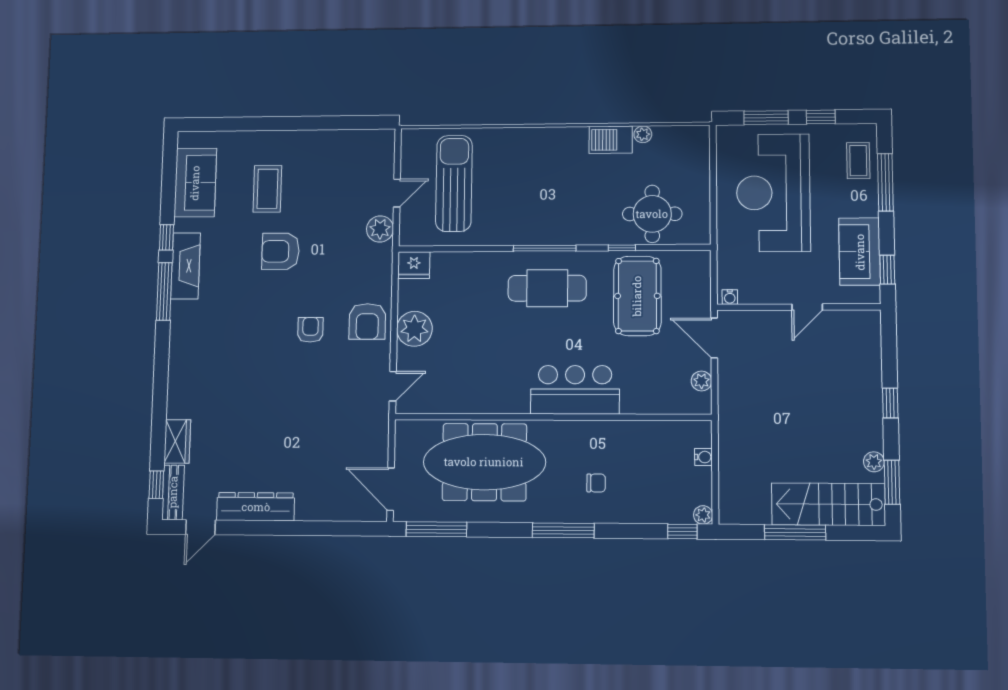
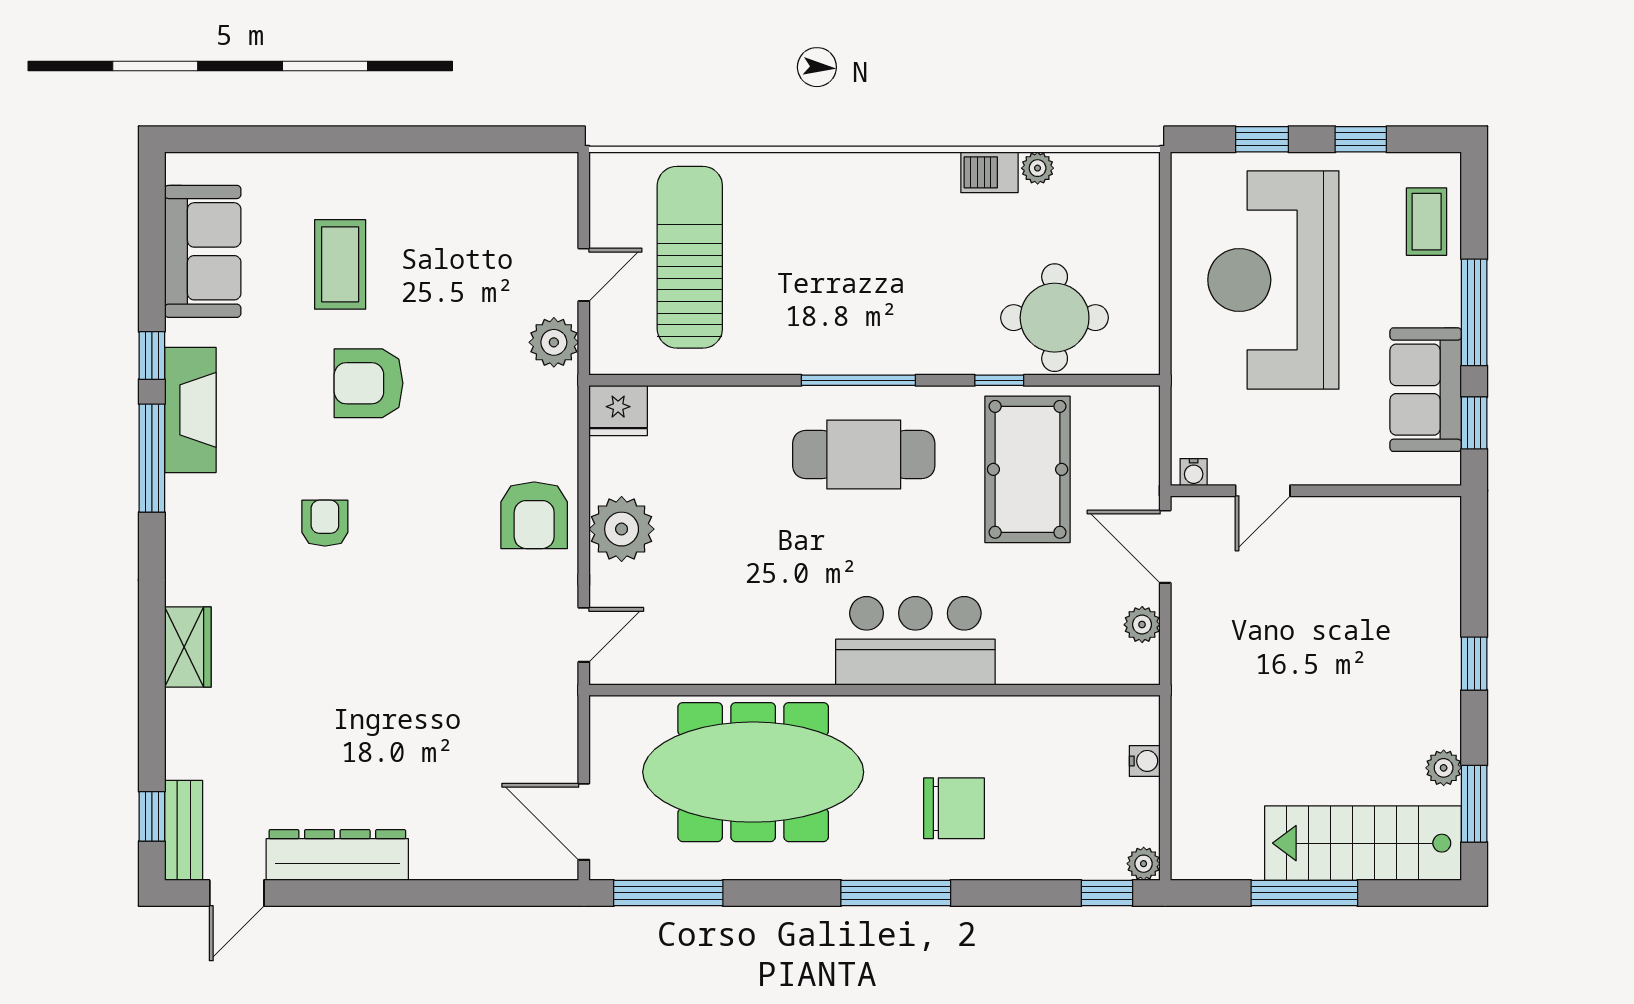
window: (766, 118) -> (1262, 139), width x0.67
barbecue: (611, 140) -> (989, 172), width x0.73, depth x0.79
window: (885, 182) -> (1474, 312), moved
door: (807, 307) -> (1263, 491), moved
armchair: (310, 330) -> (325, 523), moved
wardrobe: (177, 441) -> (188, 647), moved
chair: (596, 483) -> (954, 808), width x1.87, depth x1.87

